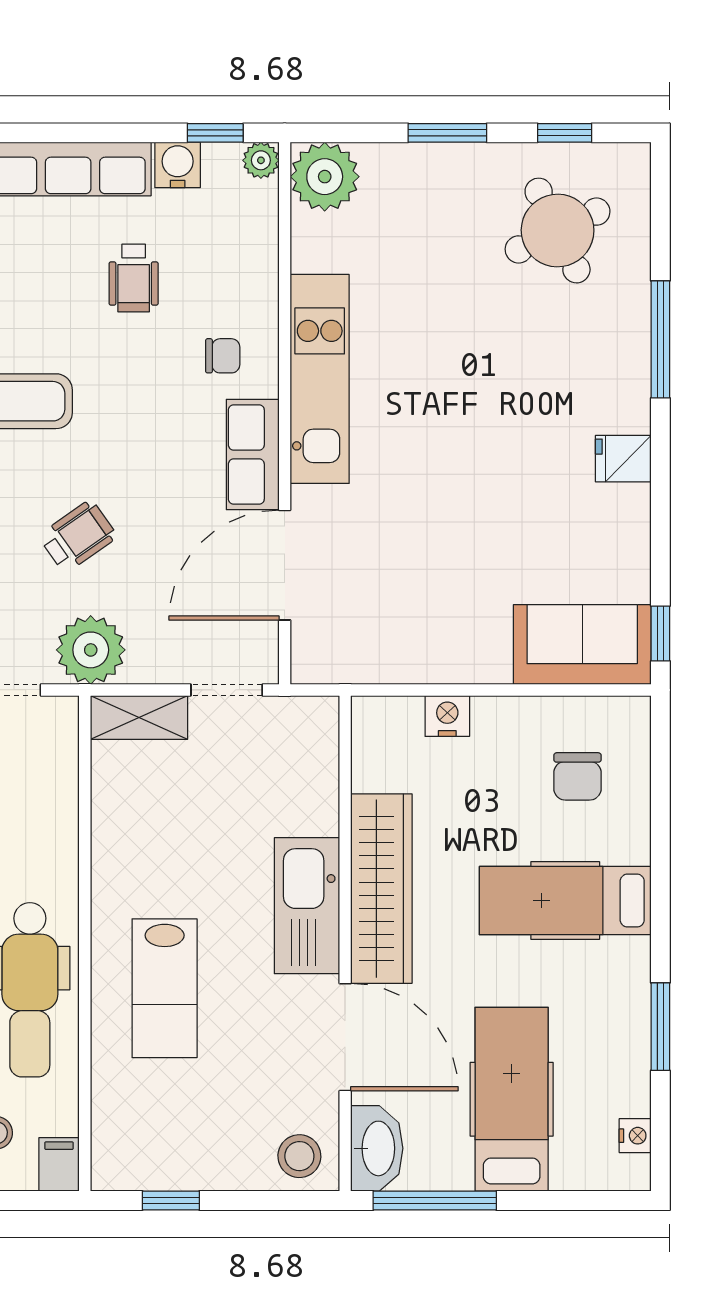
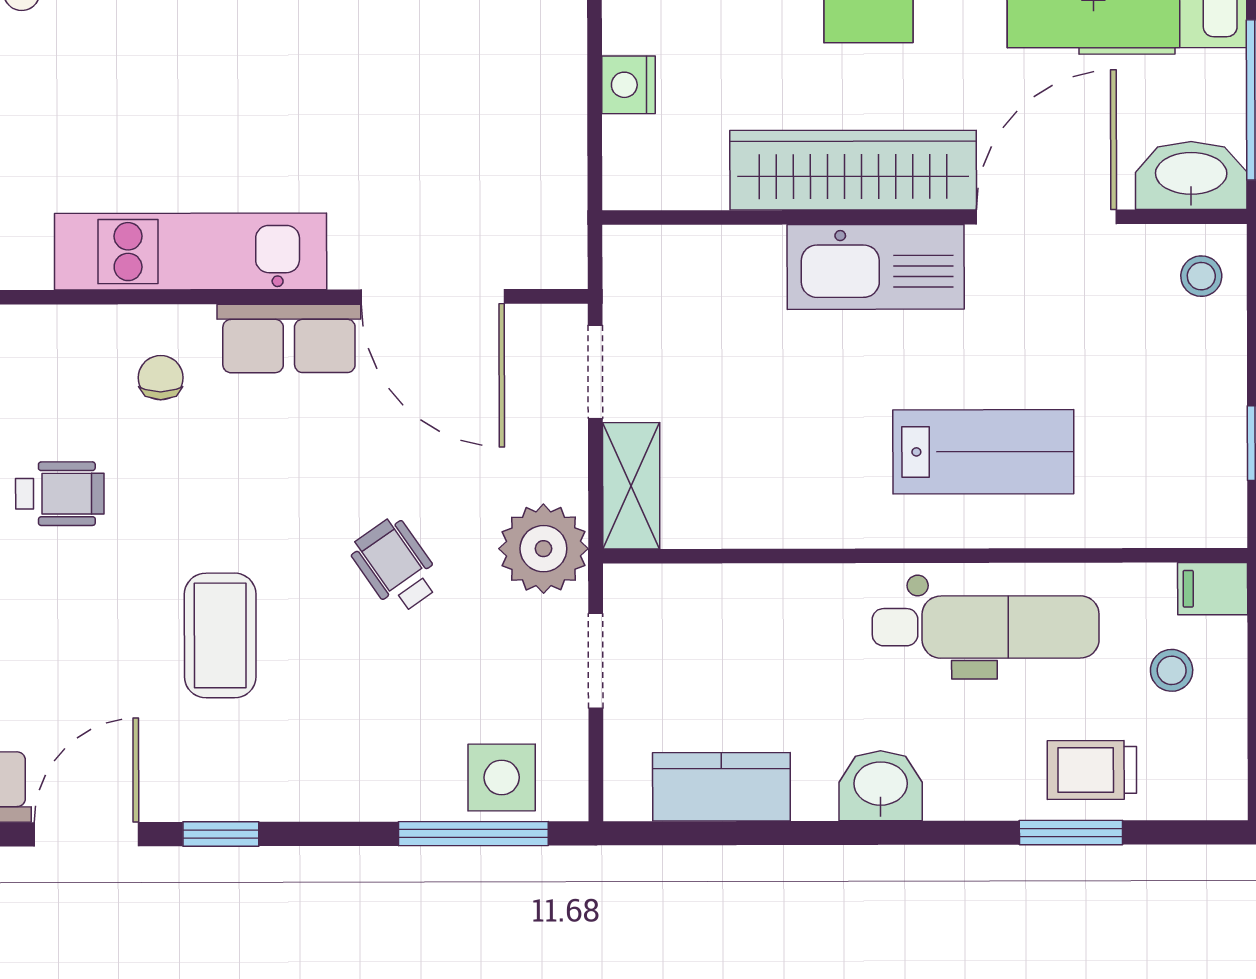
stool: (299, 1156) -> (1201, 276), width x0.73, depth x0.73

